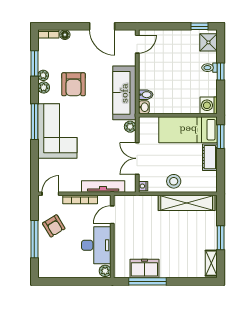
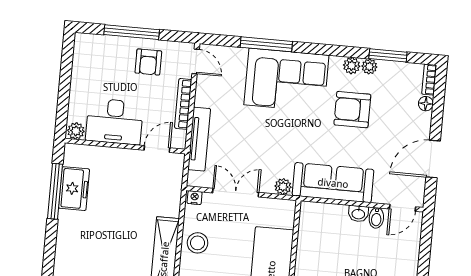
door: (137, 44) -> (403, 208), hinge flipped
bidet: (146, 95) -> (376, 218), moved
washbasin: (144, 107) -> (358, 214), moved
window: (34, 122) -> (266, 44), moved
door: (112, 215) -> (157, 149), hinge flipped
armchair: (54, 226) -> (148, 62), turned -59

